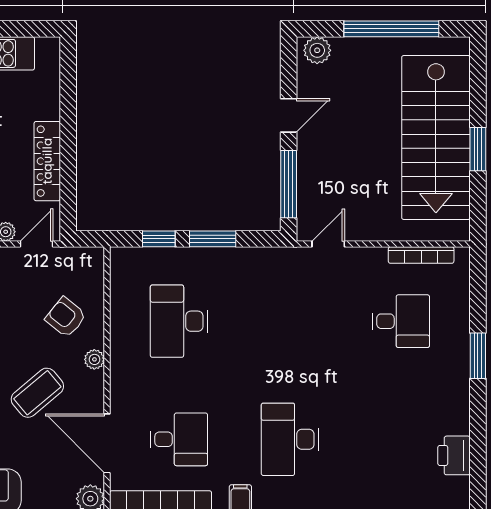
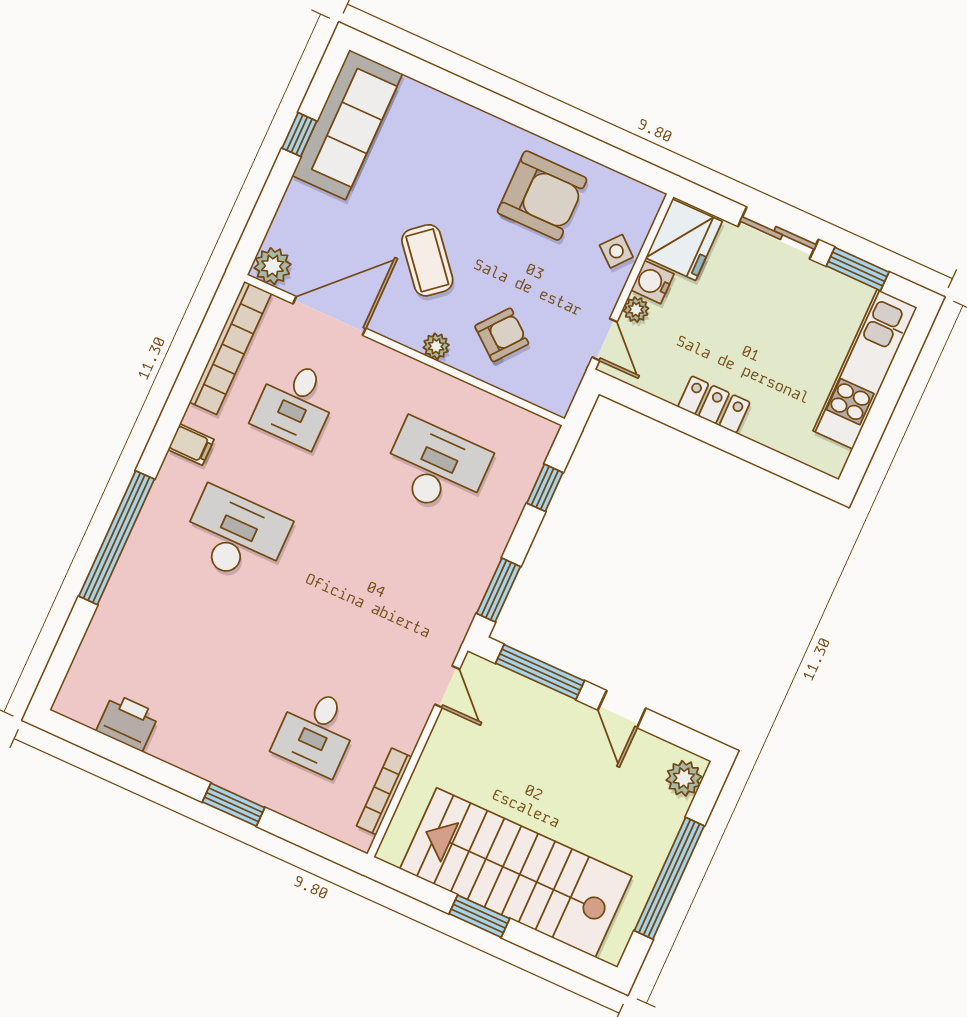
locker: (47, 161) -> (714, 405), width x0.66
window: (213, 239) -> (499, 590), moved

